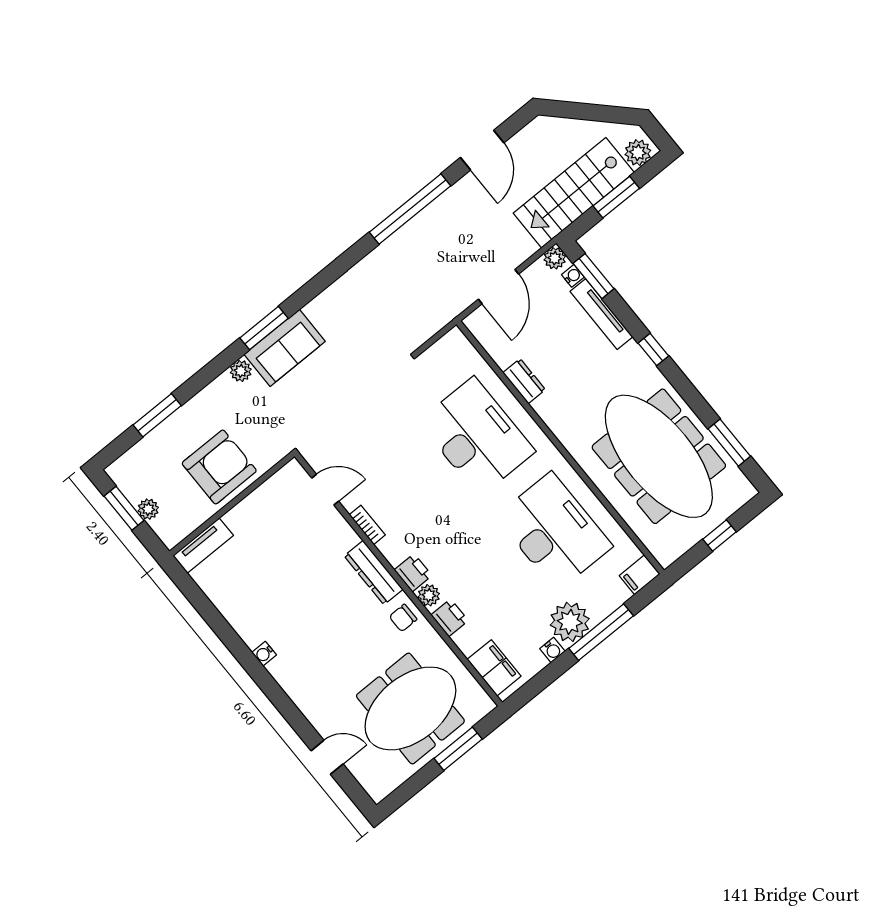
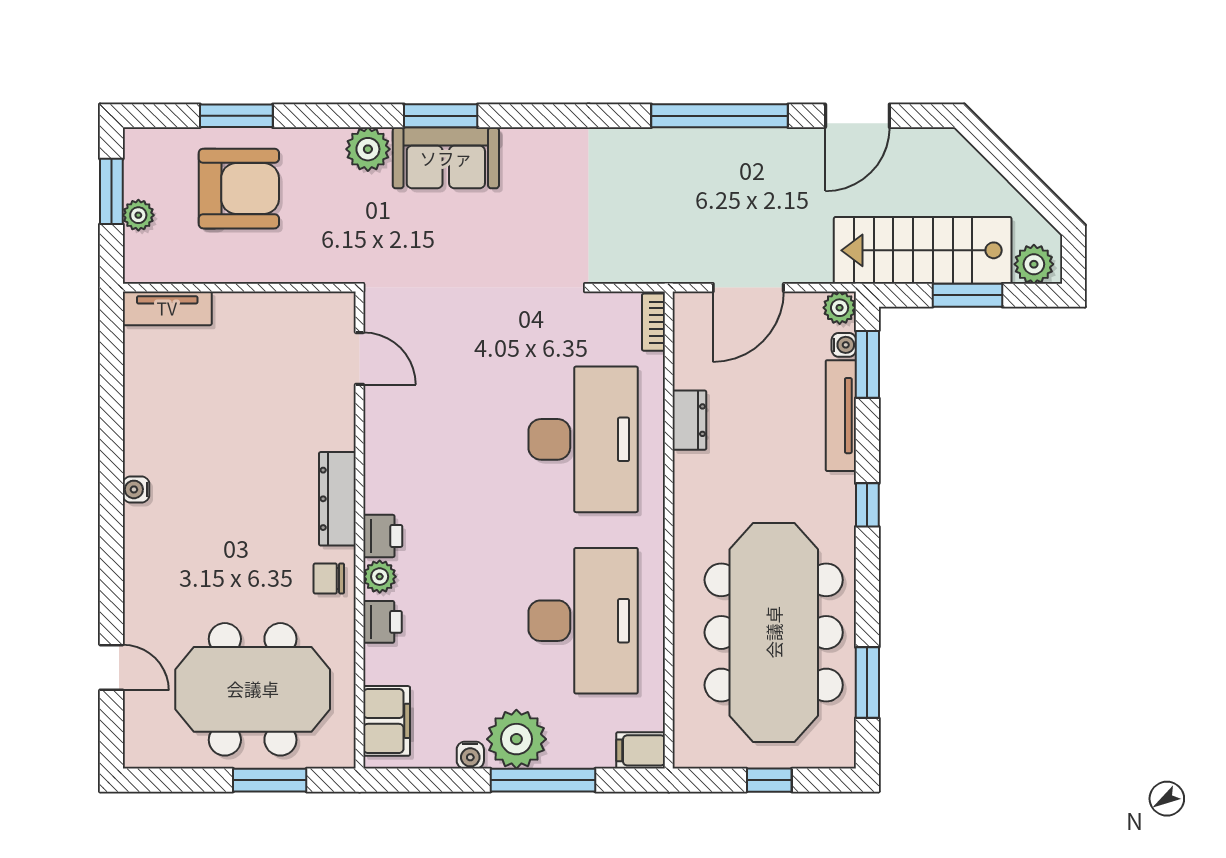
plant: (241, 371) -> (368, 149), width x1.38, depth x1.38
armchair: (219, 467) -> (239, 189), moved
bookcase: (367, 525) -> (654, 322), moved, turned 180

